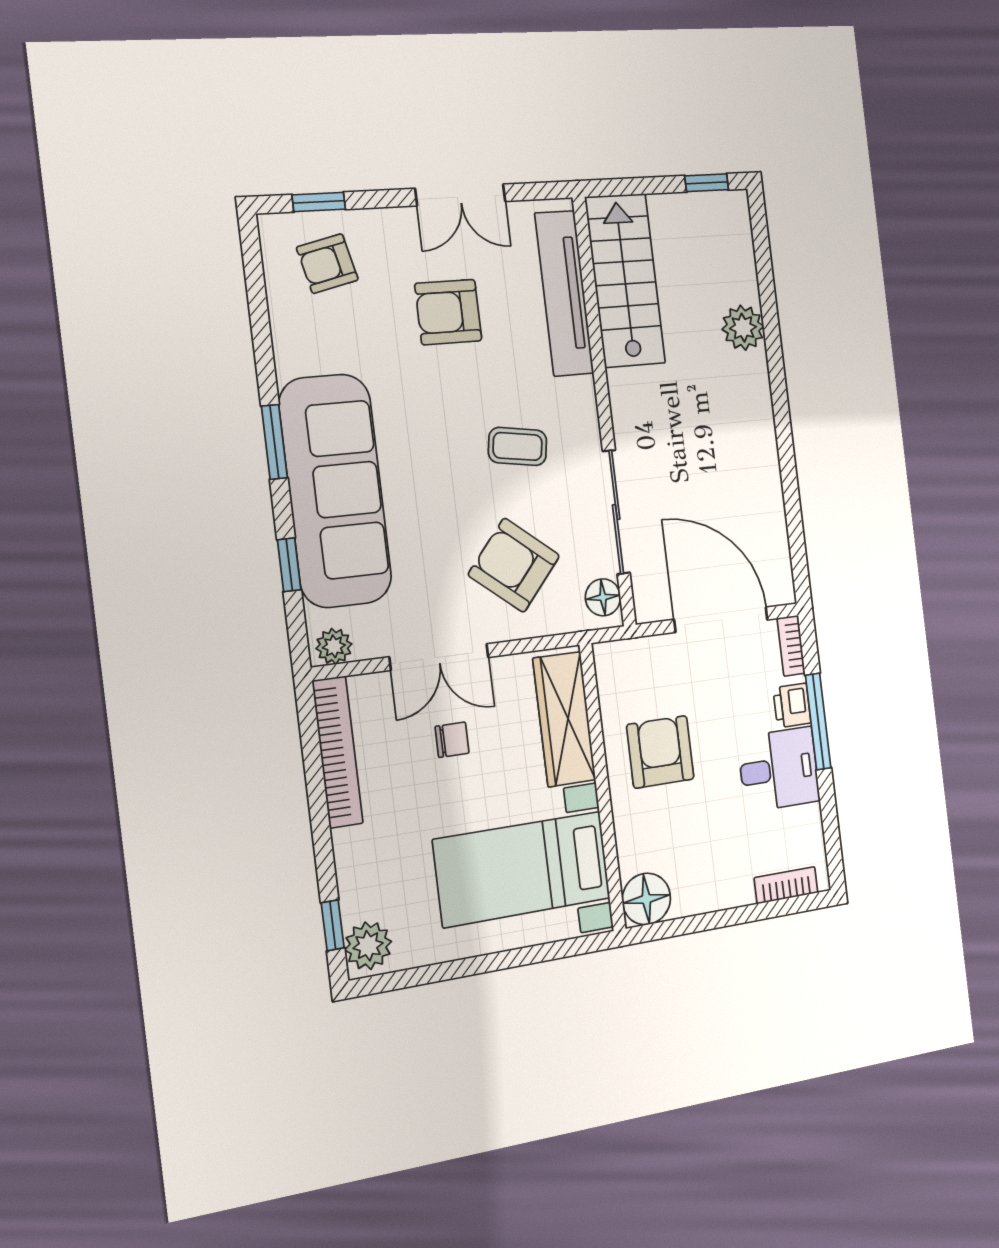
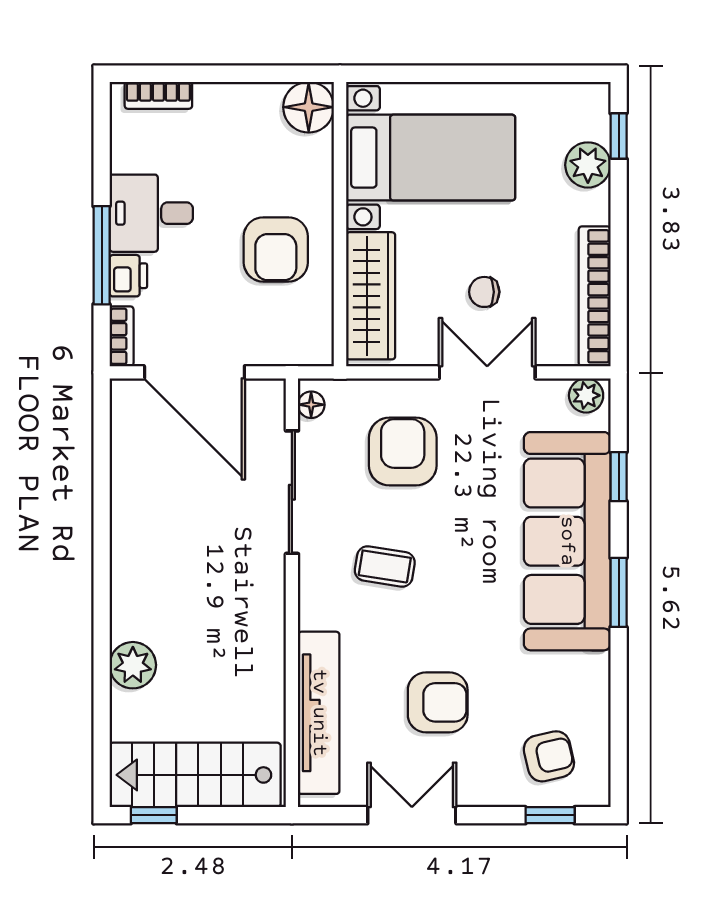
stairs: (625, 280) -> (195, 775), moved, turned 90
armchair: (514, 565) -> (403, 452), turned -130
floor lamp: (603, 597) -> (311, 405), width x0.73, depth x0.73
plant: (368, 946) -> (588, 165), moved

